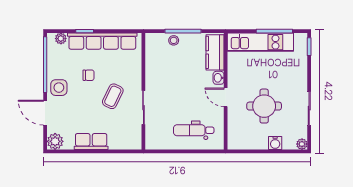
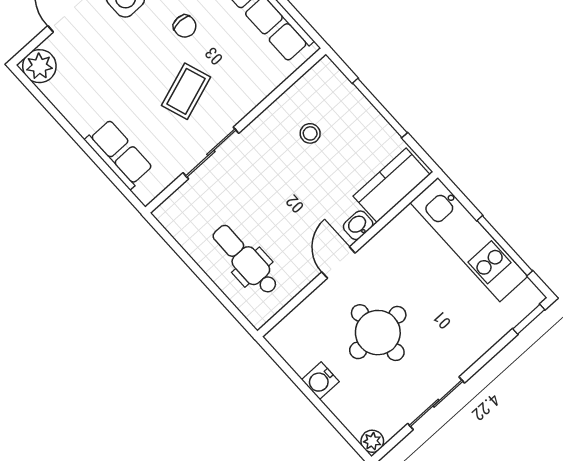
stool: (174, 40) -> (310, 133), moved
coffee table: (113, 96) -> (186, 91), turned -45
row of seats: (91, 141) -> (119, 154), moved
water cooler: (275, 143) -> (320, 381), moved

